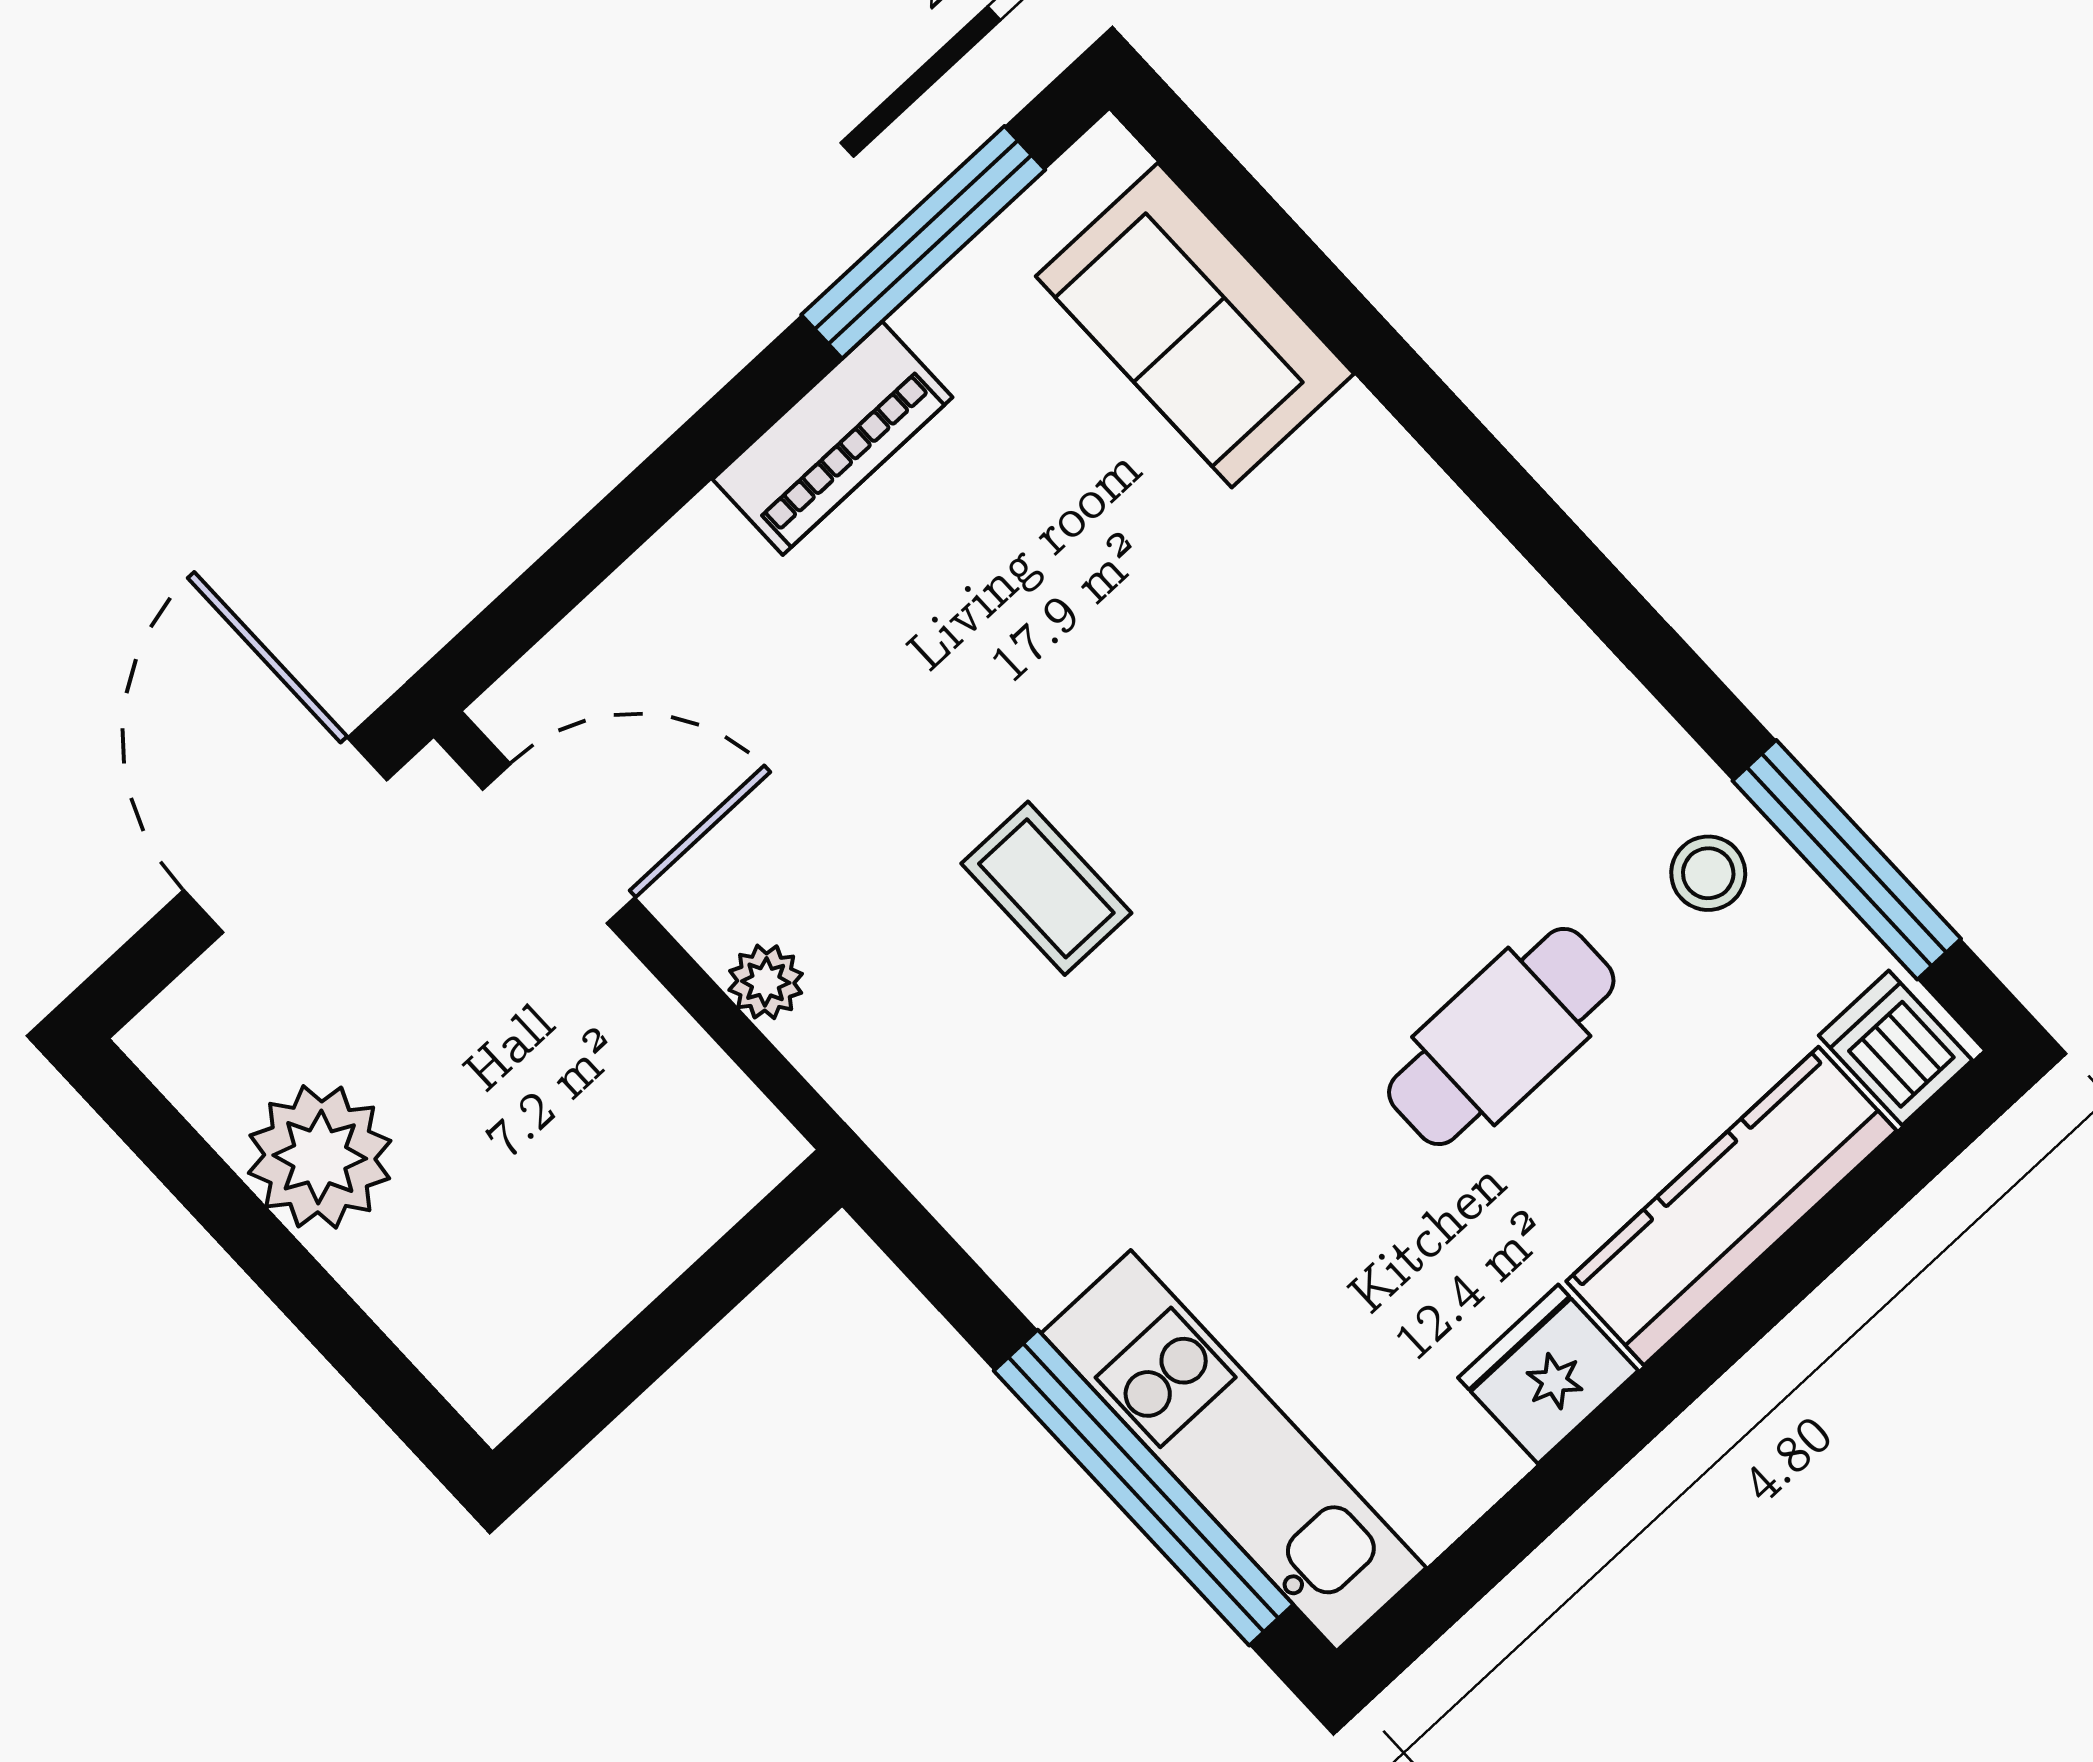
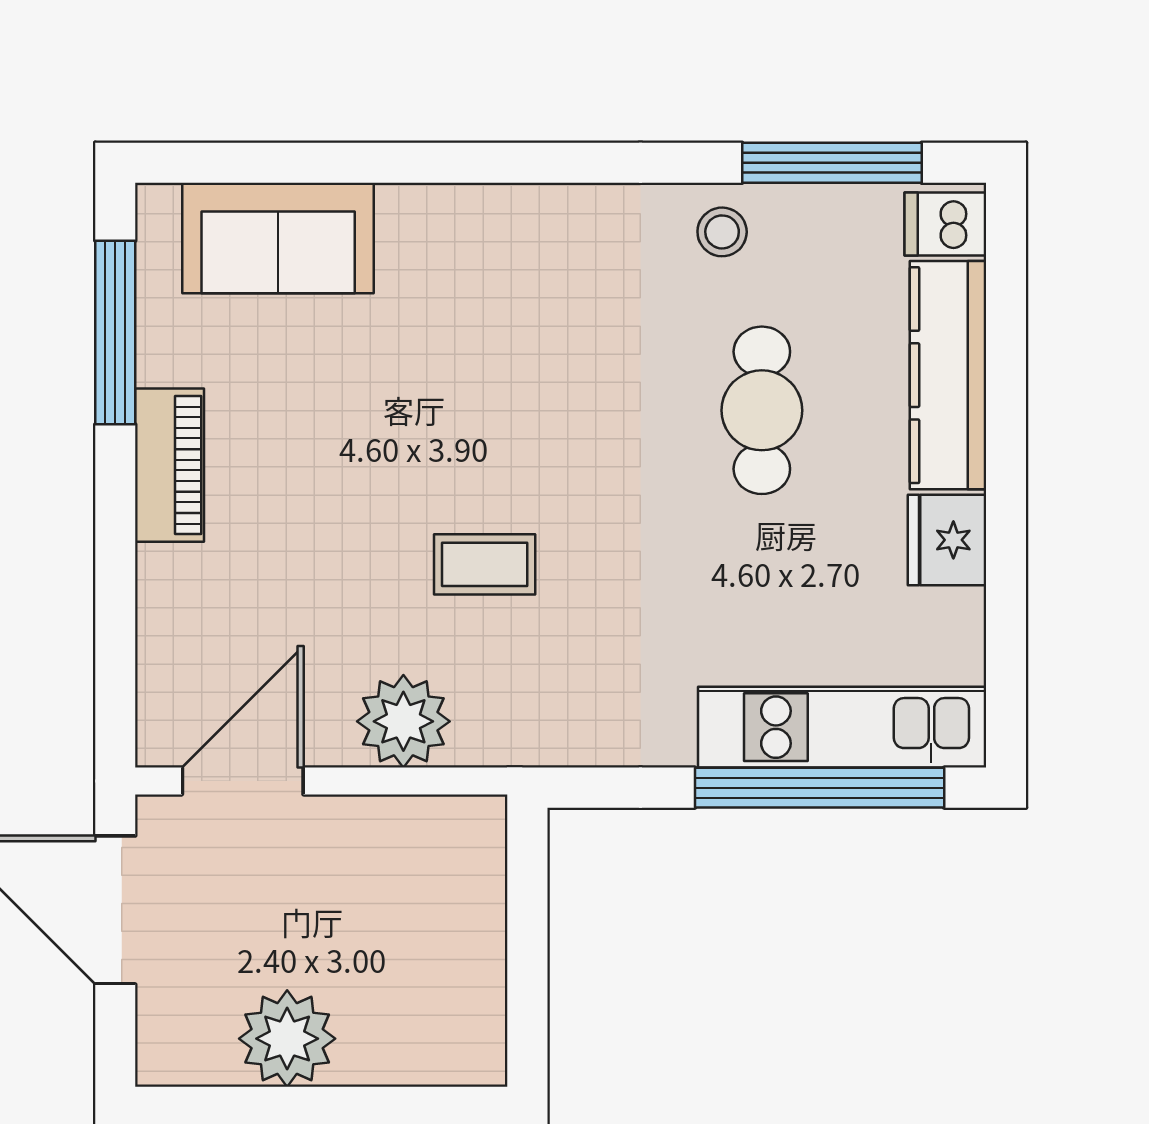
stool: (1708, 873) -> (722, 232), moved
plant: (766, 982) -> (403, 721), width x1.88, depth x1.88

